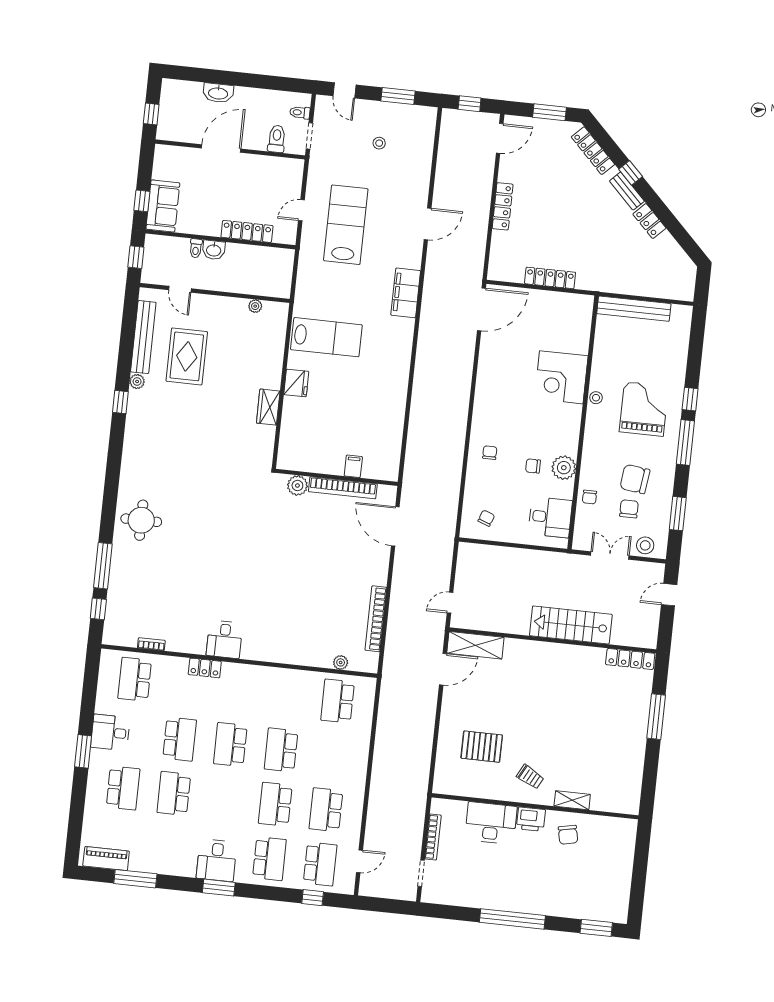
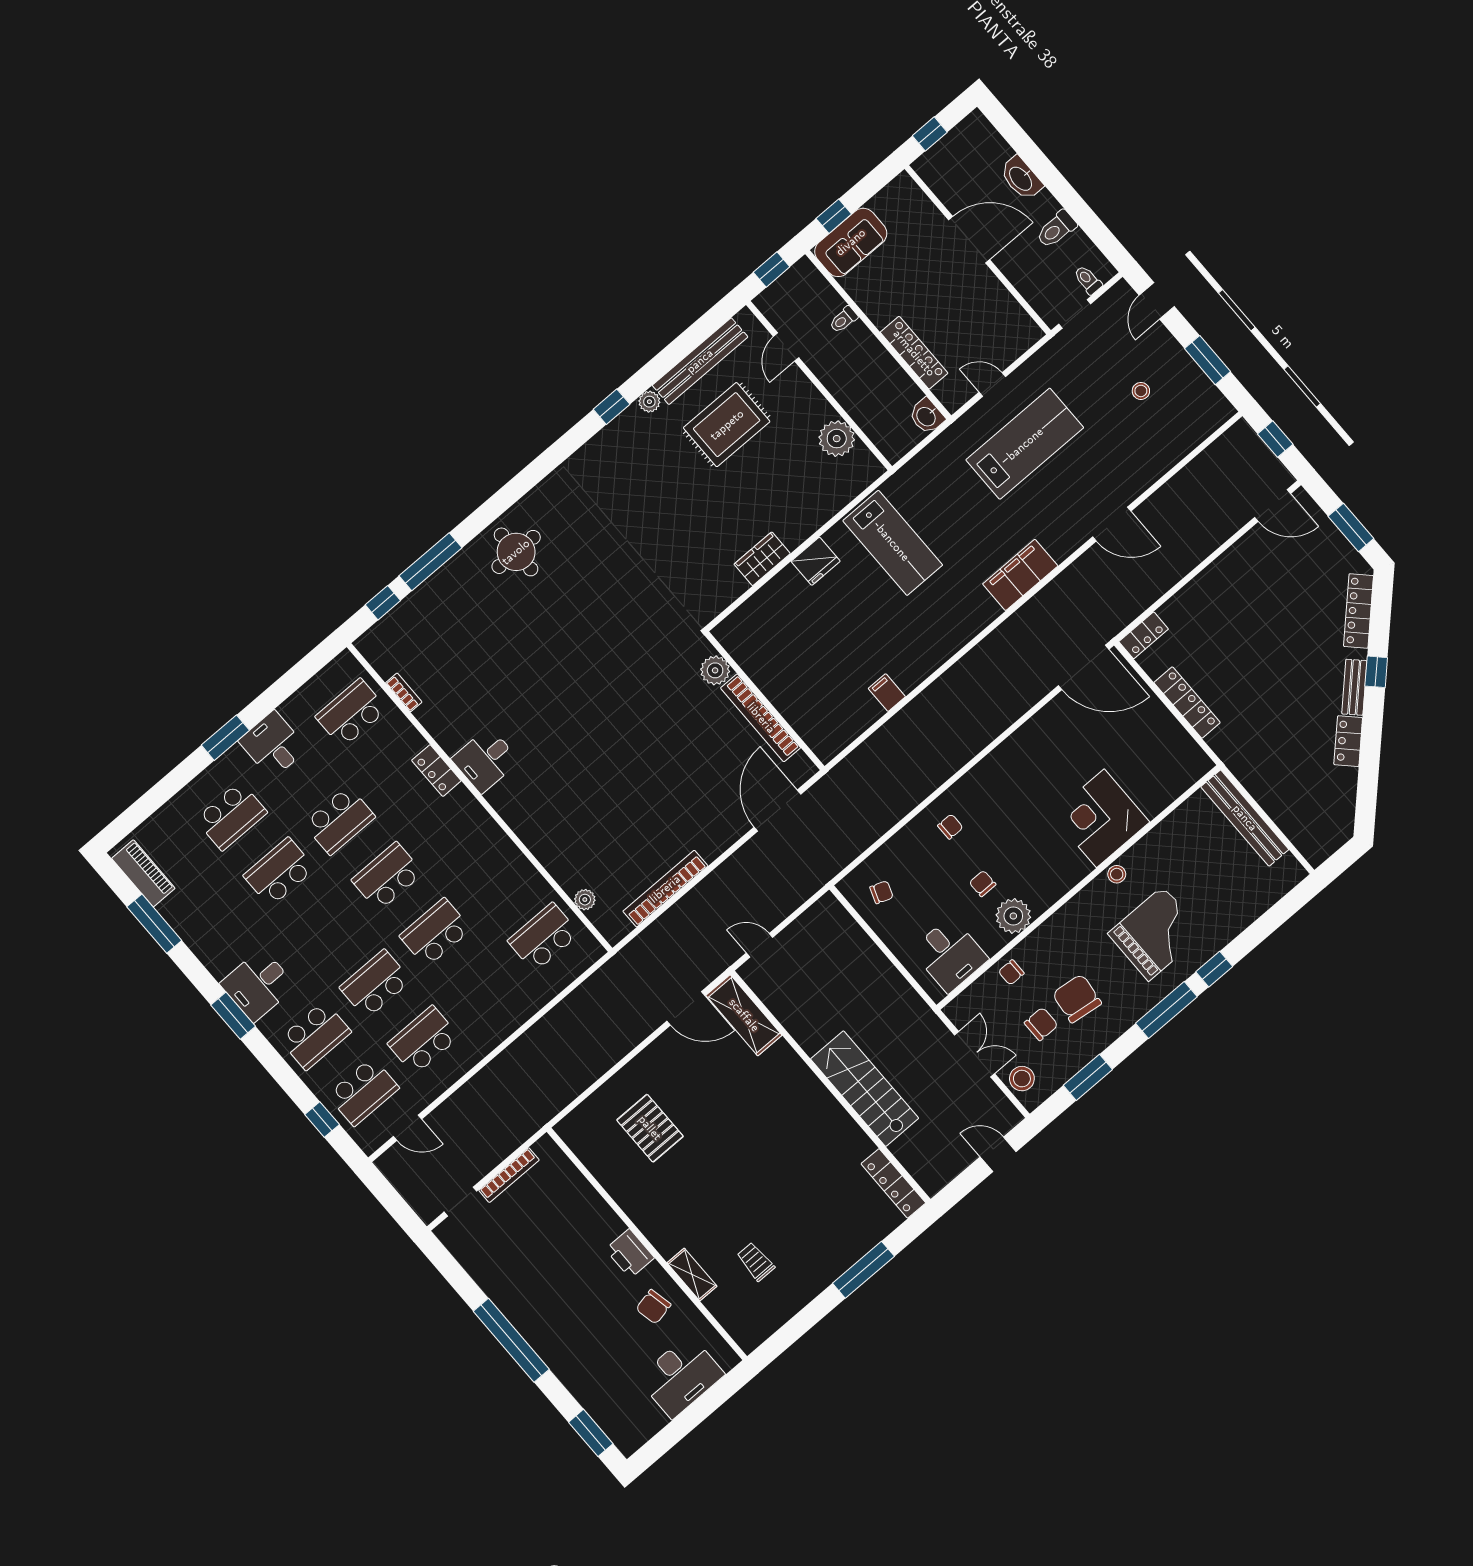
toilet: (277, 139) -> (1056, 229), moved, turned 180
locker: (503, 206) -> (1144, 635), moved, width x0.66
washbasin: (214, 250) -> (927, 416), moved
plant: (255, 306) -> (837, 439), width x1.88, depth x1.88
filing cabinet: (353, 466) -> (887, 693), moved, turned -90
trolley: (530, 777) -> (756, 1262), moved, turned 152
desk: (491, 823) -> (681, 1376), moved, turned 90

